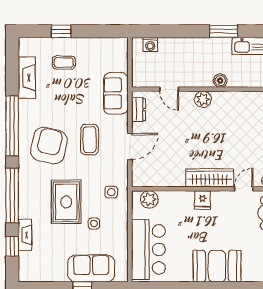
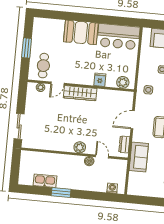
boiler: (220, 81) -> (89, 161), moved
fridge: (203, 200) -> (100, 80), moved
bar counter: (148, 249) -> (118, 37), moved, turned -90

